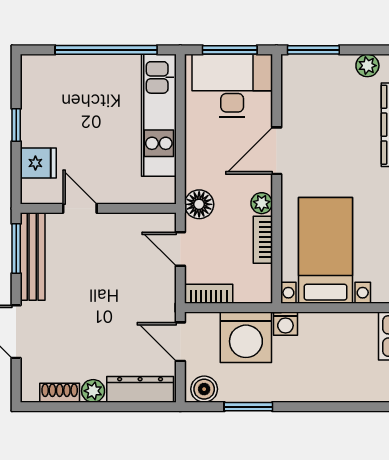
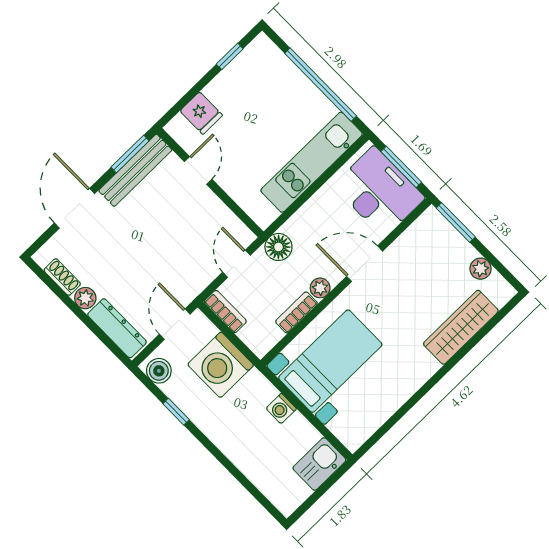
window: (16, 125) -> (230, 56), moved
washing machine: (285, 324) -> (281, 409), moved
window: (248, 407) -> (176, 412), width x0.67

